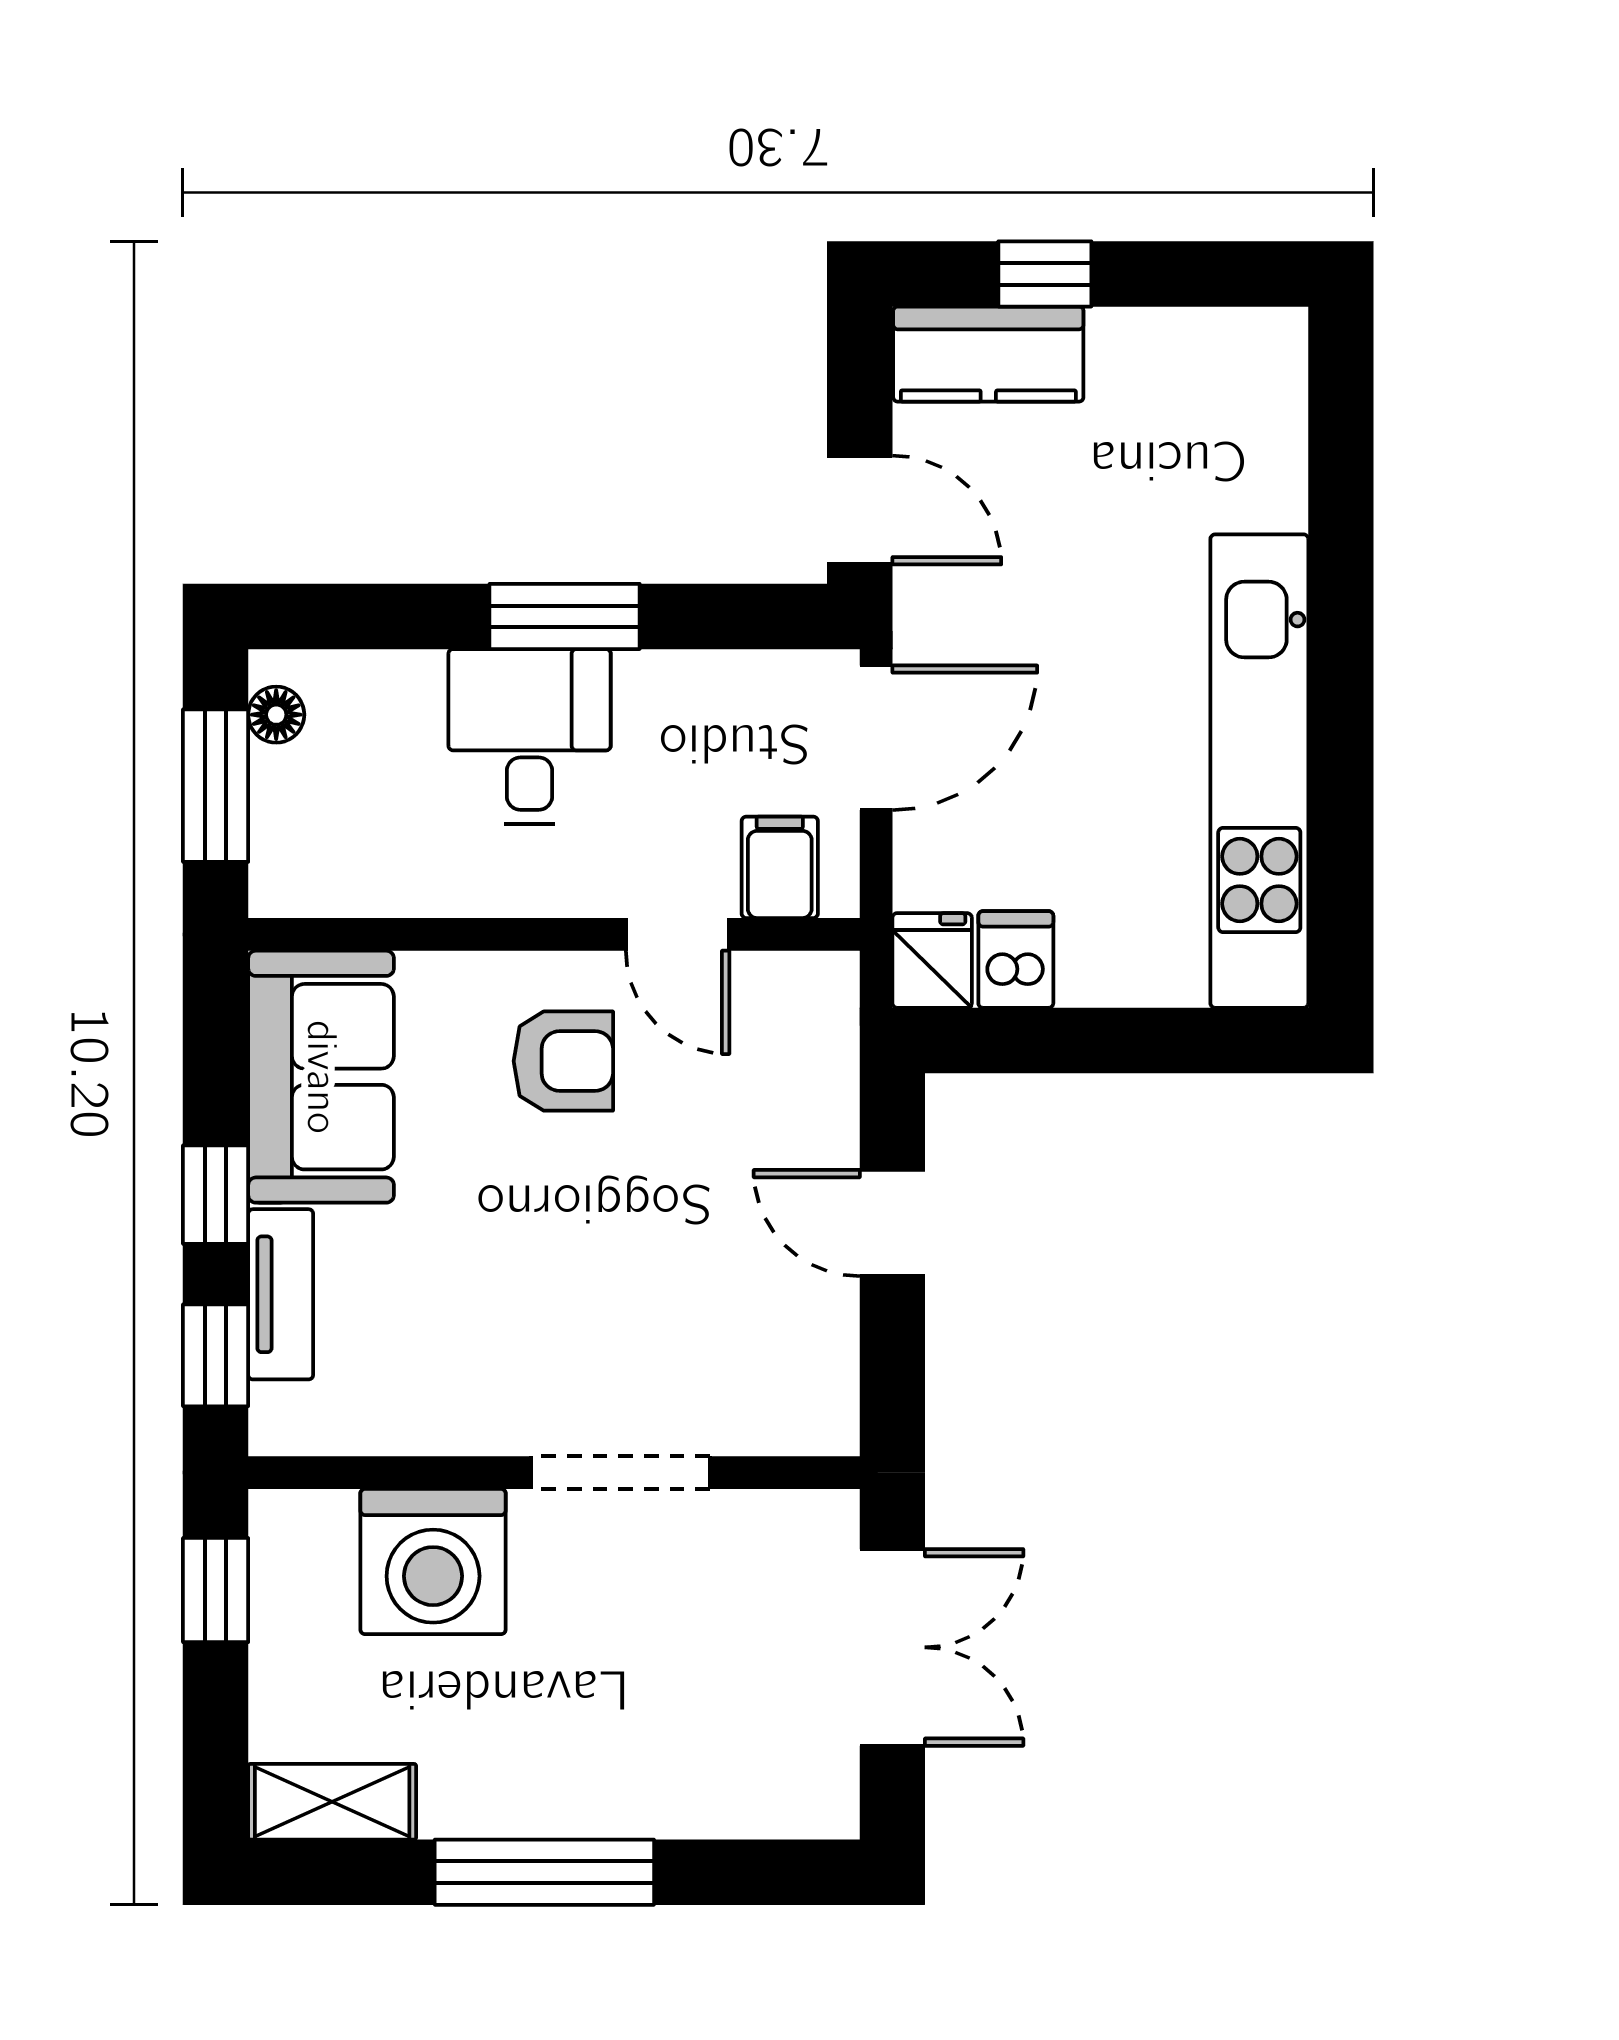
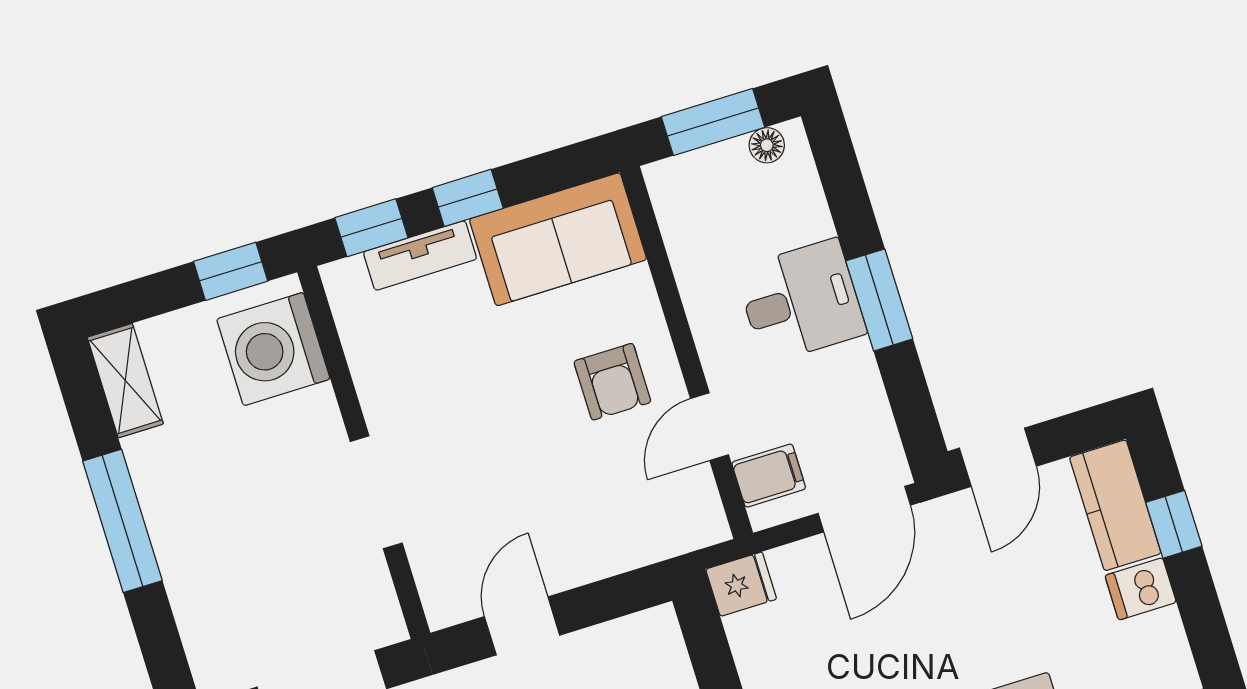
door: (876, 738) -> (864, 509), hinge flipped
dishwasher: (1016, 959) -> (1141, 589), moved, turned 180
door: (892, 1223) -> (522, 626), moved
washing machine: (433, 1562) -> (273, 349), moved

